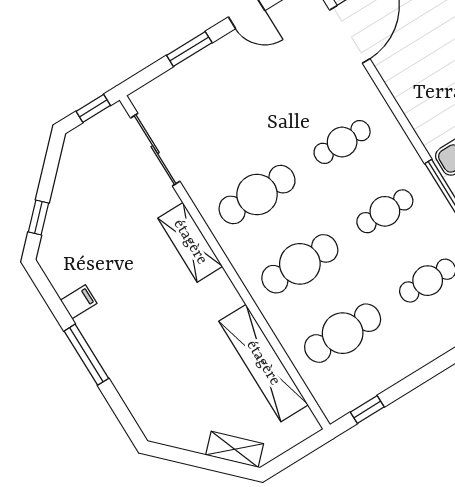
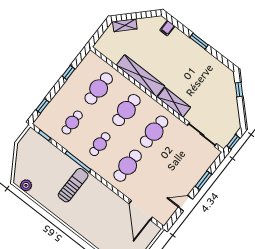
cafe table: (342, 142) -> (128, 166), width x1.37, depth x1.35
filing cabinet: (79, 302) -> (167, 28), moved
window: (86, 355) -> (199, 41), width x0.69
shelving: (263, 363) -> (141, 76), moved
window: (367, 410) -> (69, 72), moved

